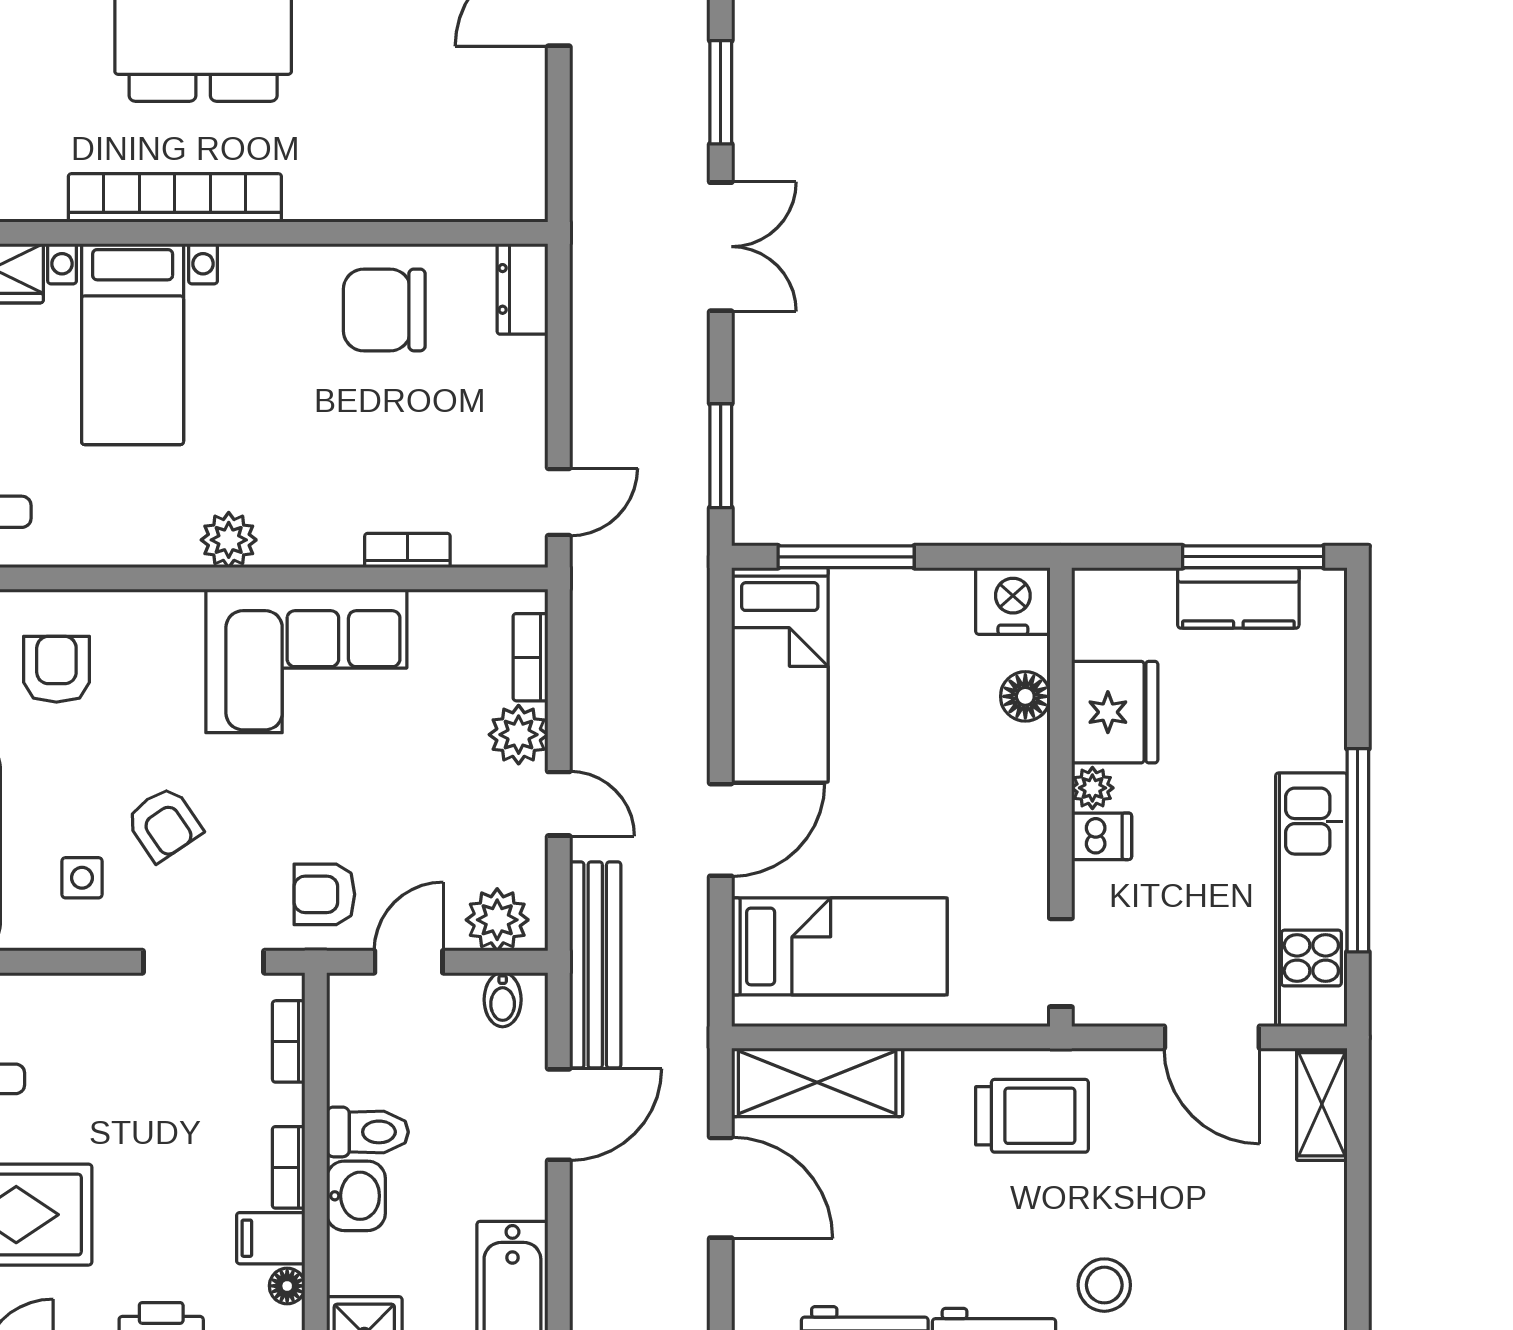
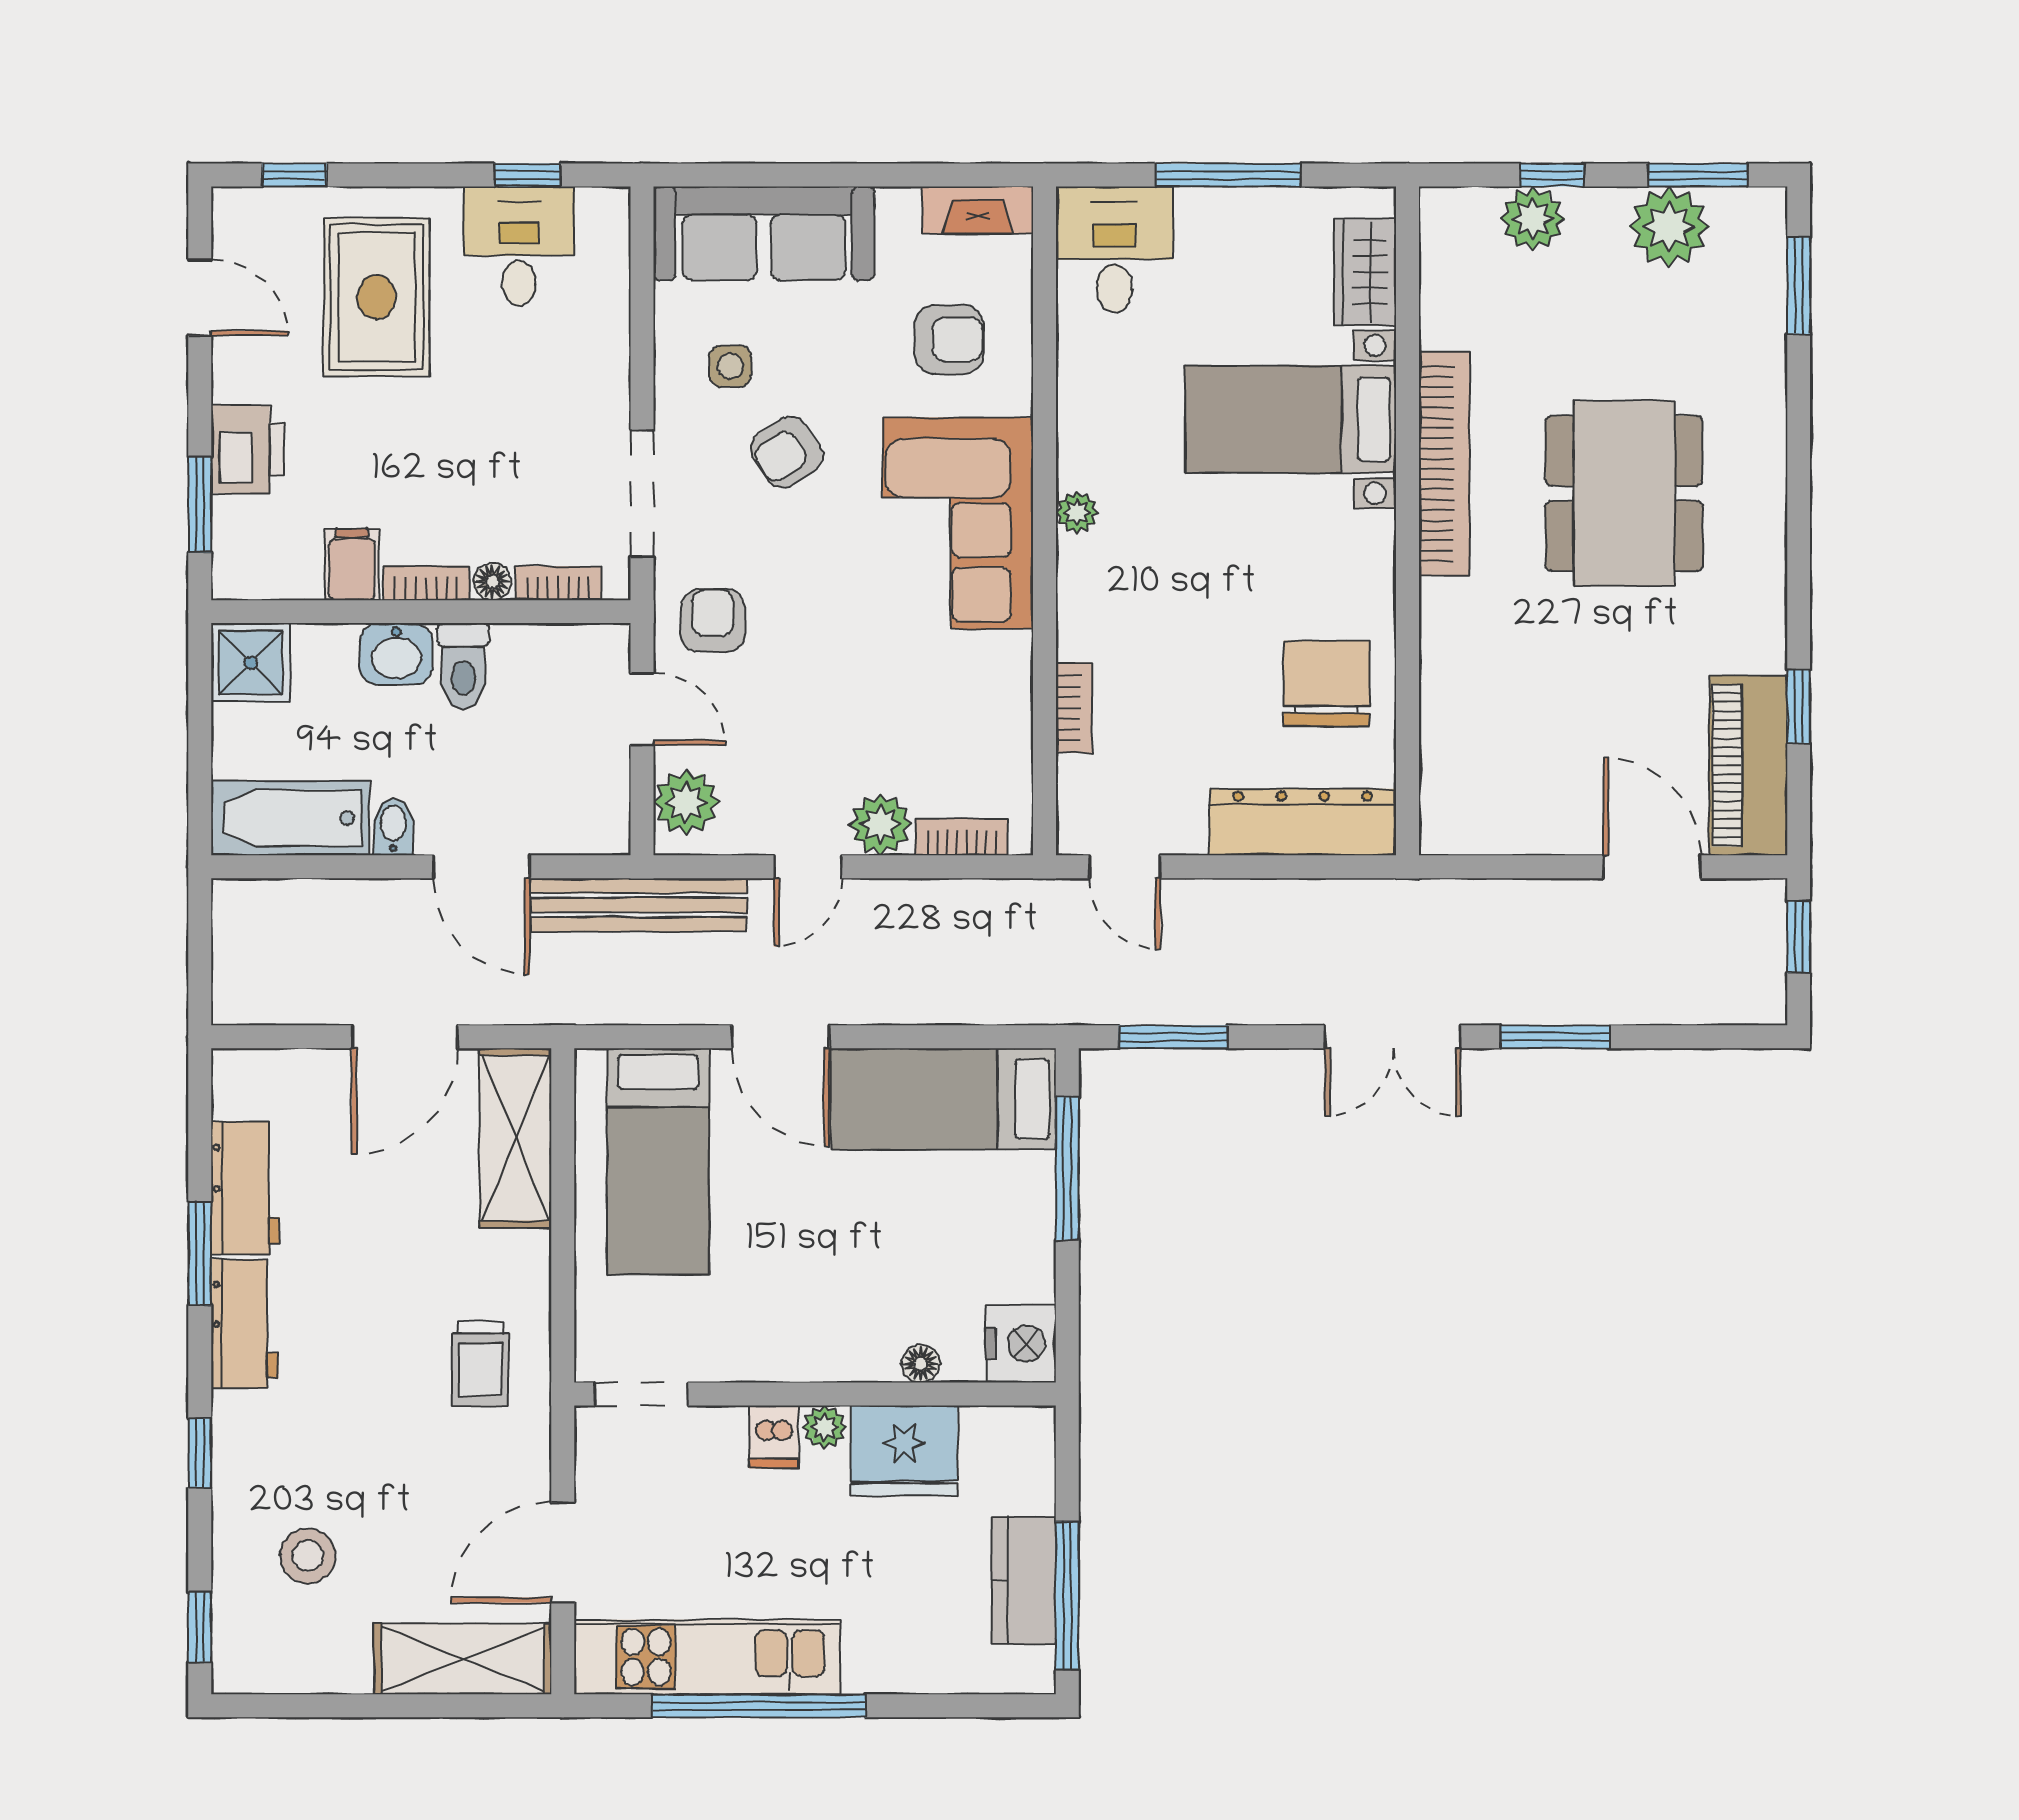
dresser: (522, 289) -> (1303, 822), width x1.96, depth x1.24
plant: (229, 540) -> (1077, 512), width x0.73, depth x0.73
corner sofa: (306, 661) -> (958, 523), moved
floor lamp: (1025, 696) -> (921, 1364), width x0.73, depth x0.73
bidet: (503, 1000) -> (393, 827), moved, turned 90
shelving: (1322, 1104) -> (463, 1659), width x1.50, depth x1.33
trolley: (1032, 1116) -> (480, 1364), width x0.73, depth x0.72
stool: (1104, 1285) -> (308, 1556), moved
floor lamp: (287, 1286) -> (492, 582), moved

